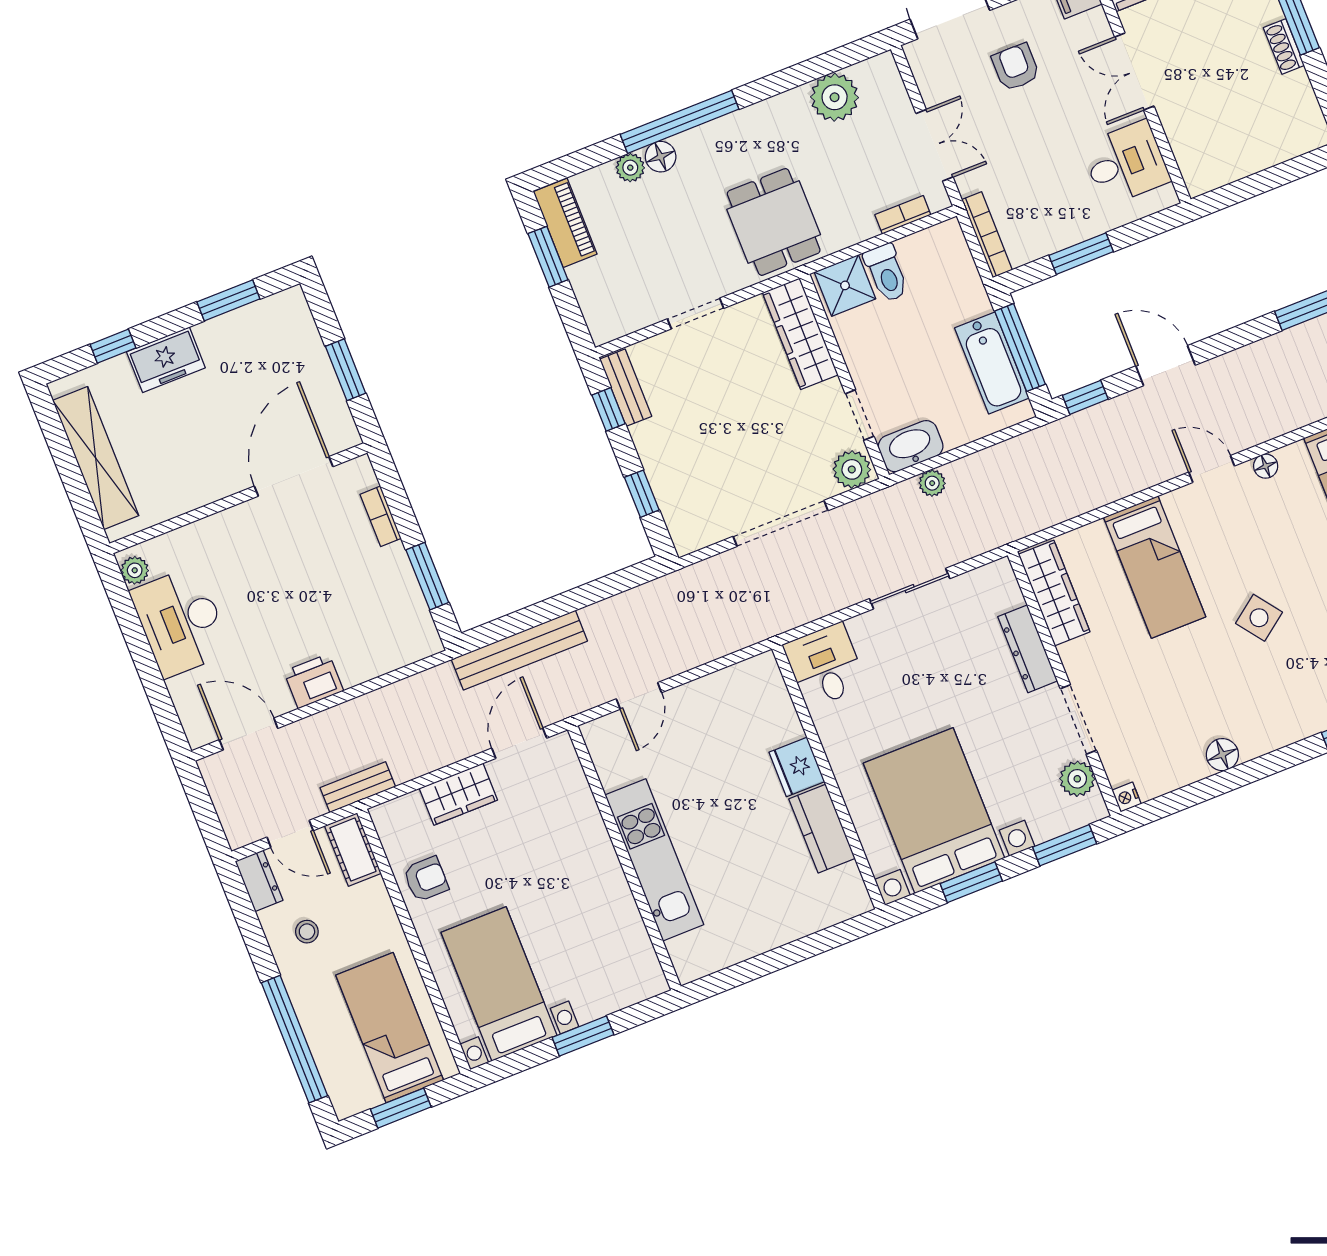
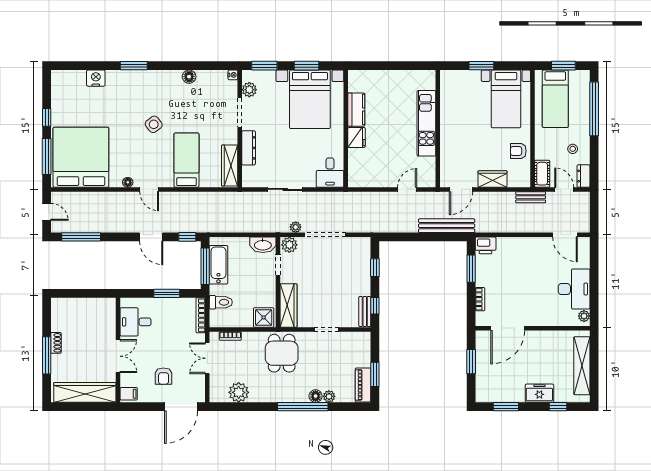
toilet: (886, 273) -> (221, 302), moved, turned 90
plant: (932, 483) -> (296, 227), moved
printer: (314, 681) -> (486, 245), moved

